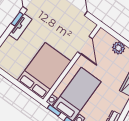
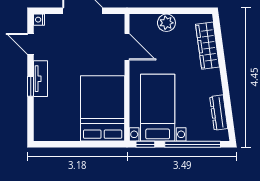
window: (17, 19) -> (31, 86), moved

